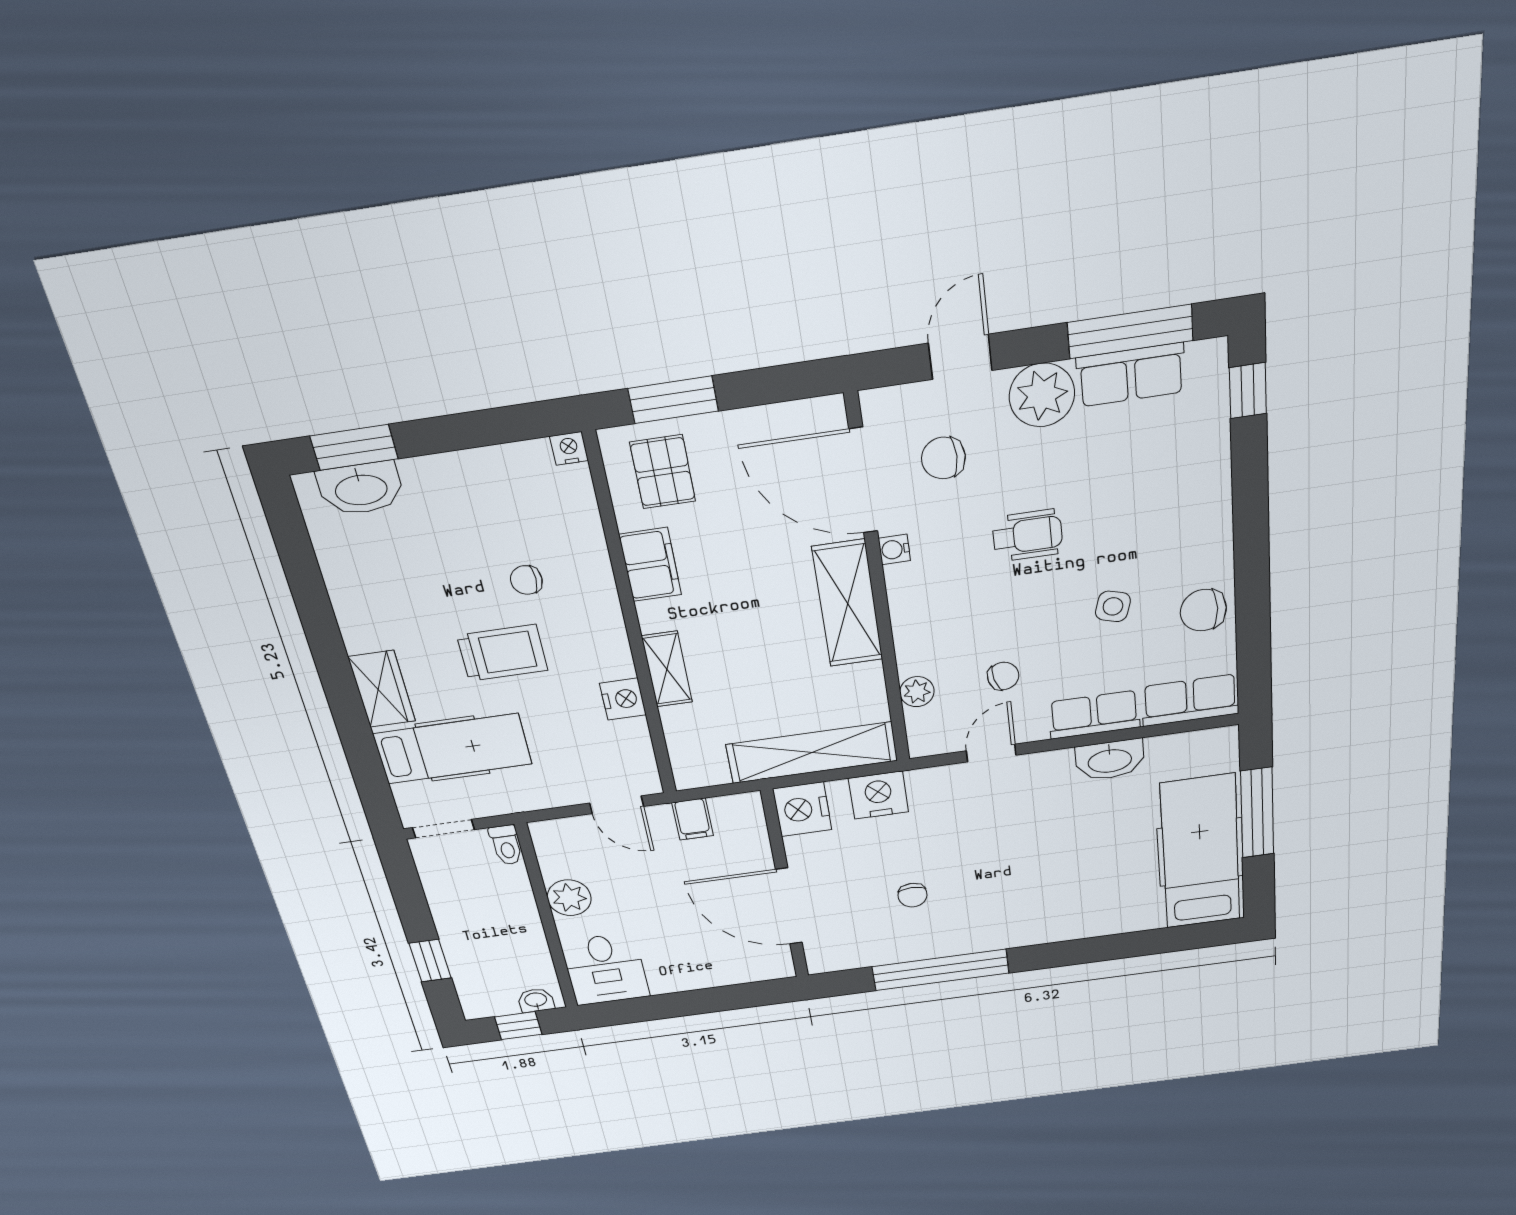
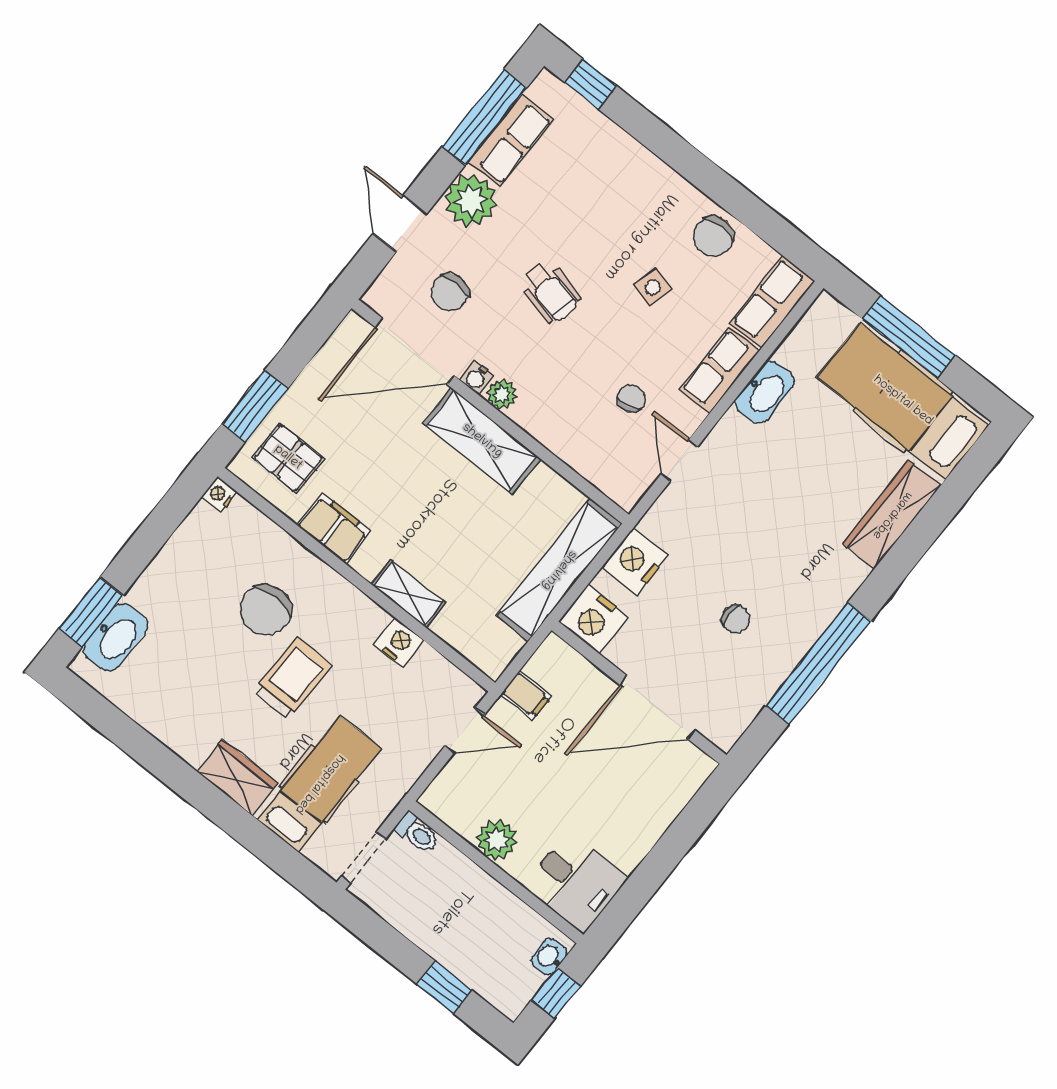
wheelchair: (1027, 535) -> (550, 292), turned 103
chair: (526, 580) -> (266, 610), width x1.87, depth x1.87
plant: (917, 692) -> (502, 394), moved
wardrobe: (1103, 919) -> (892, 515), added

